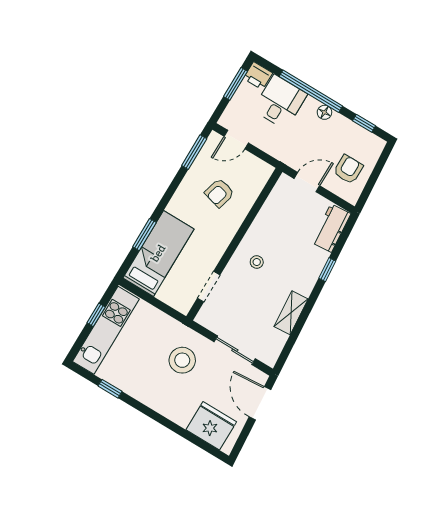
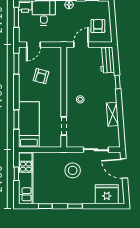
window: (154, 415) -> (75, 206), added

